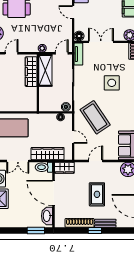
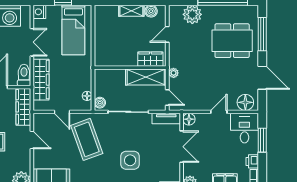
door: (12, 53) -> (167, 34), swing flipped
wardrobe: (31, 72) -> (150, 59), width x0.67
coffee table: (95, 117) -> (87, 139), turned -76
door: (73, 137) -> (62, 112), hinge flipped
double door: (18, 161) -> (32, 42), swing flipped
wardrobe: (64, 168) -> (23, 107), width x1.50

